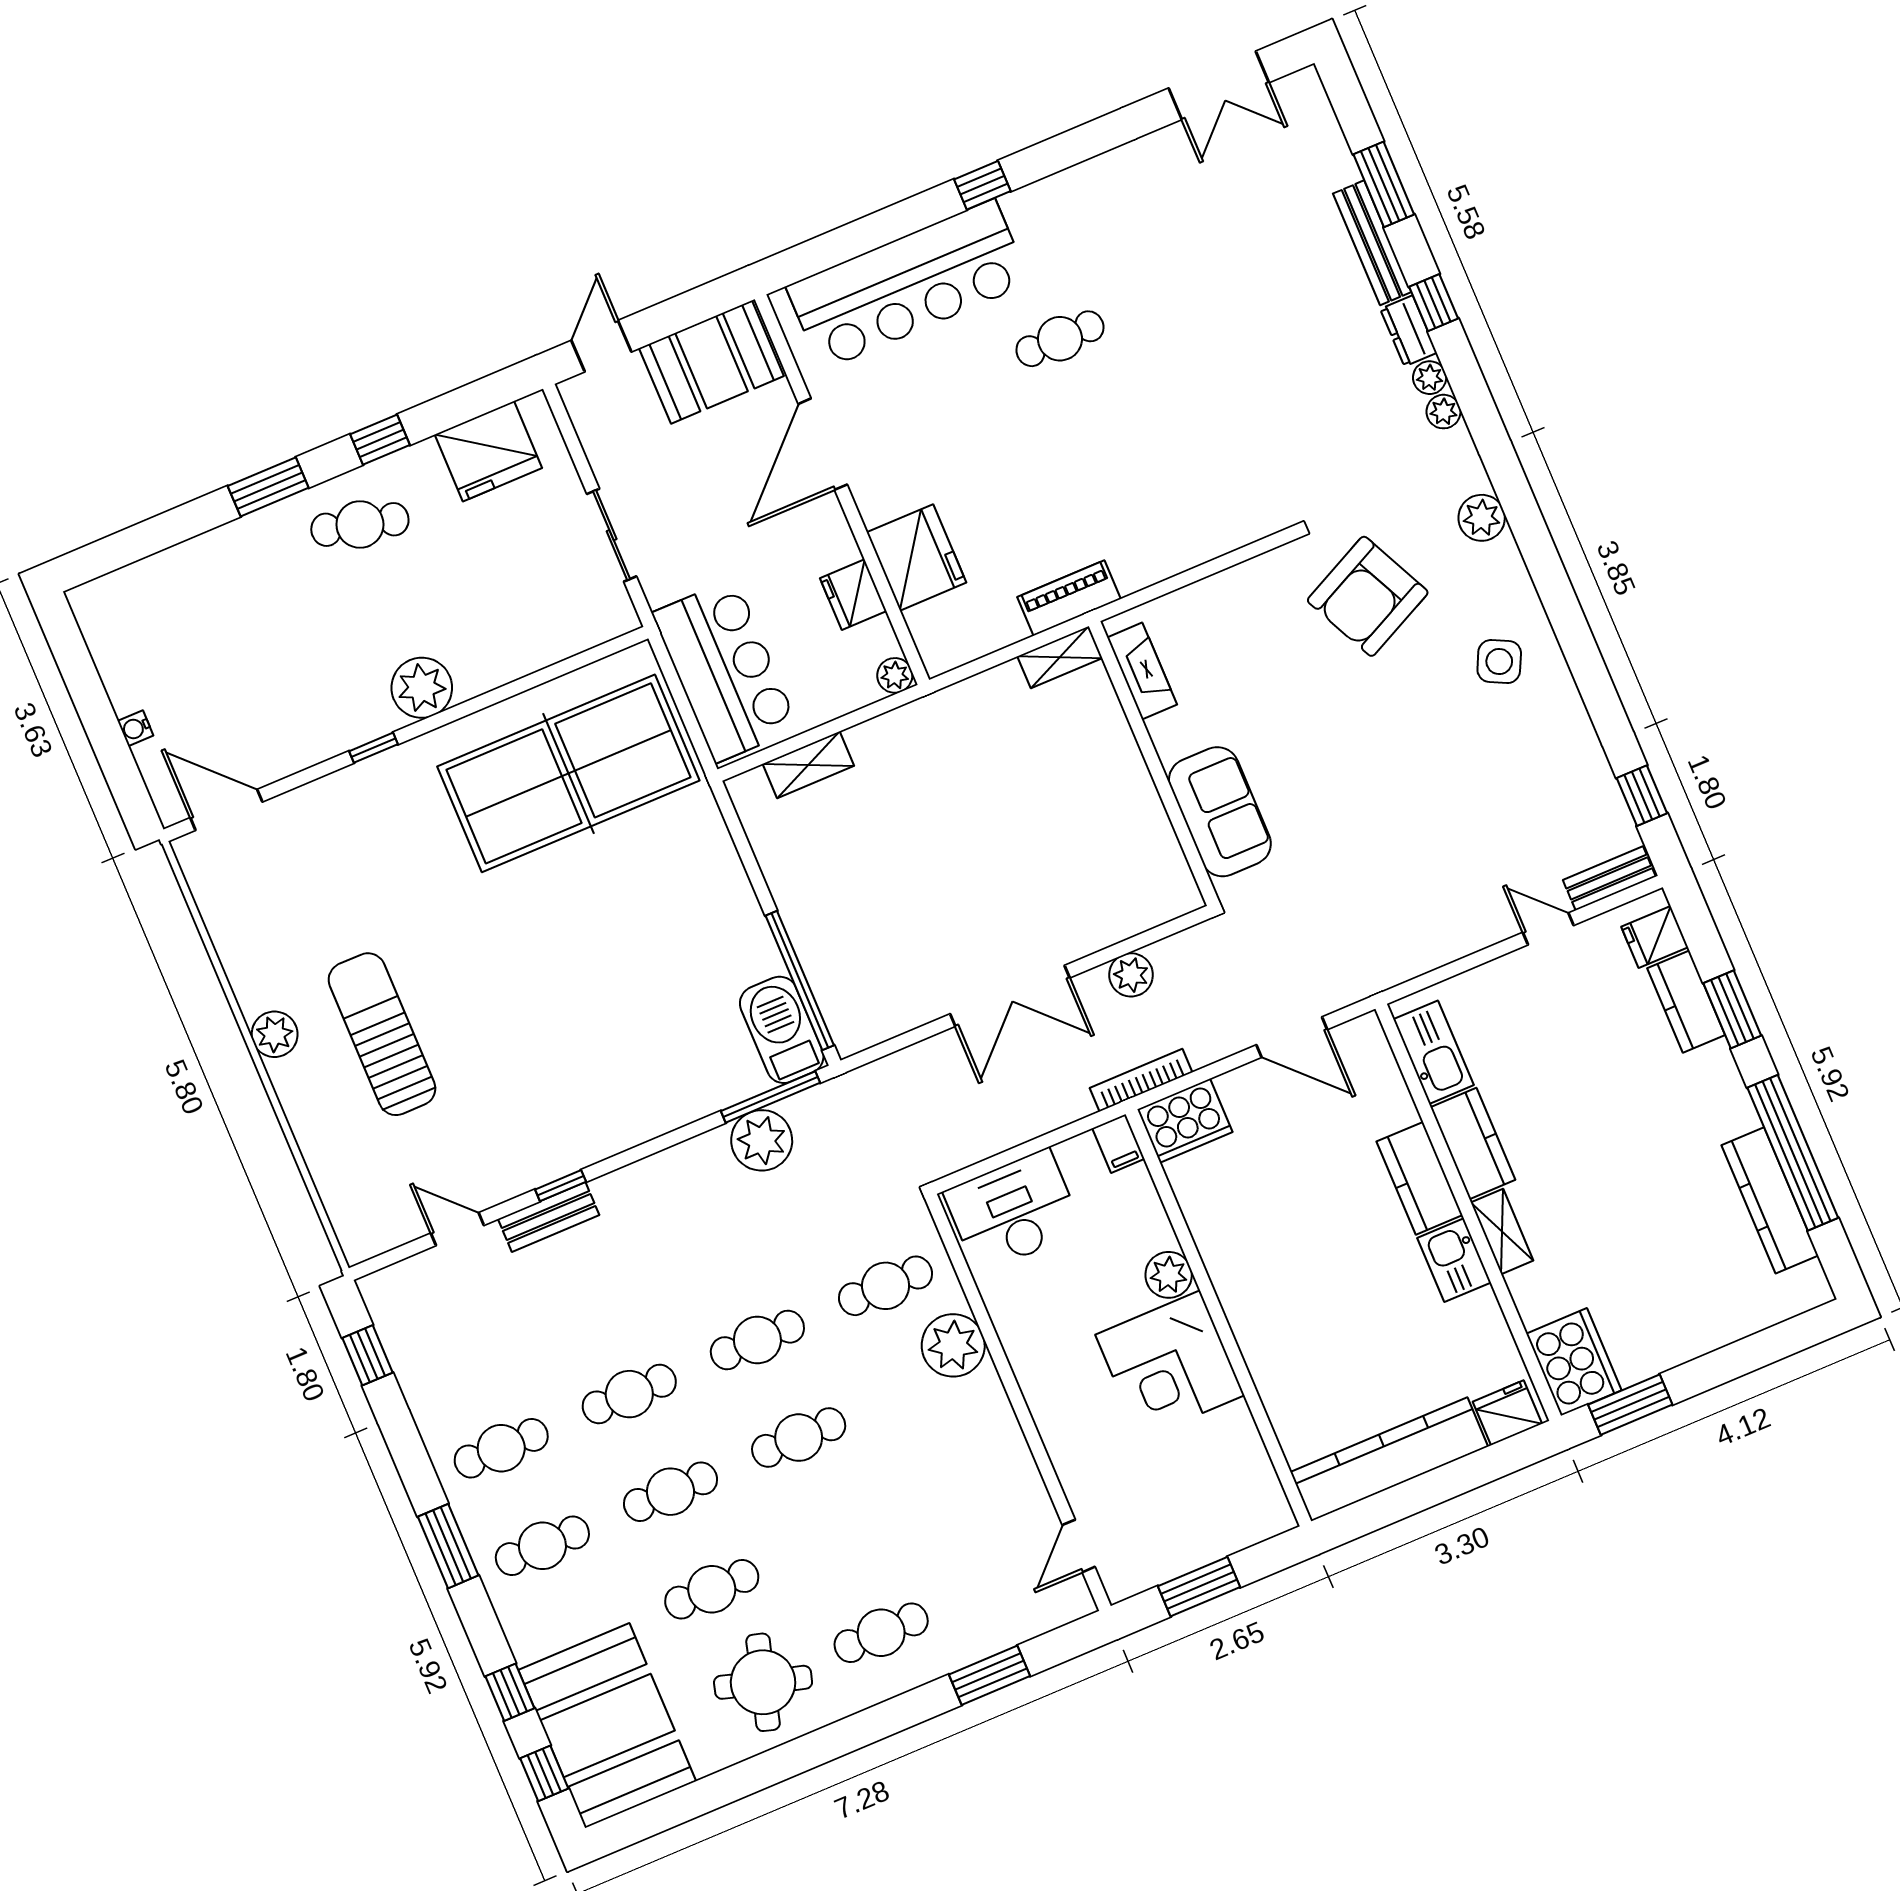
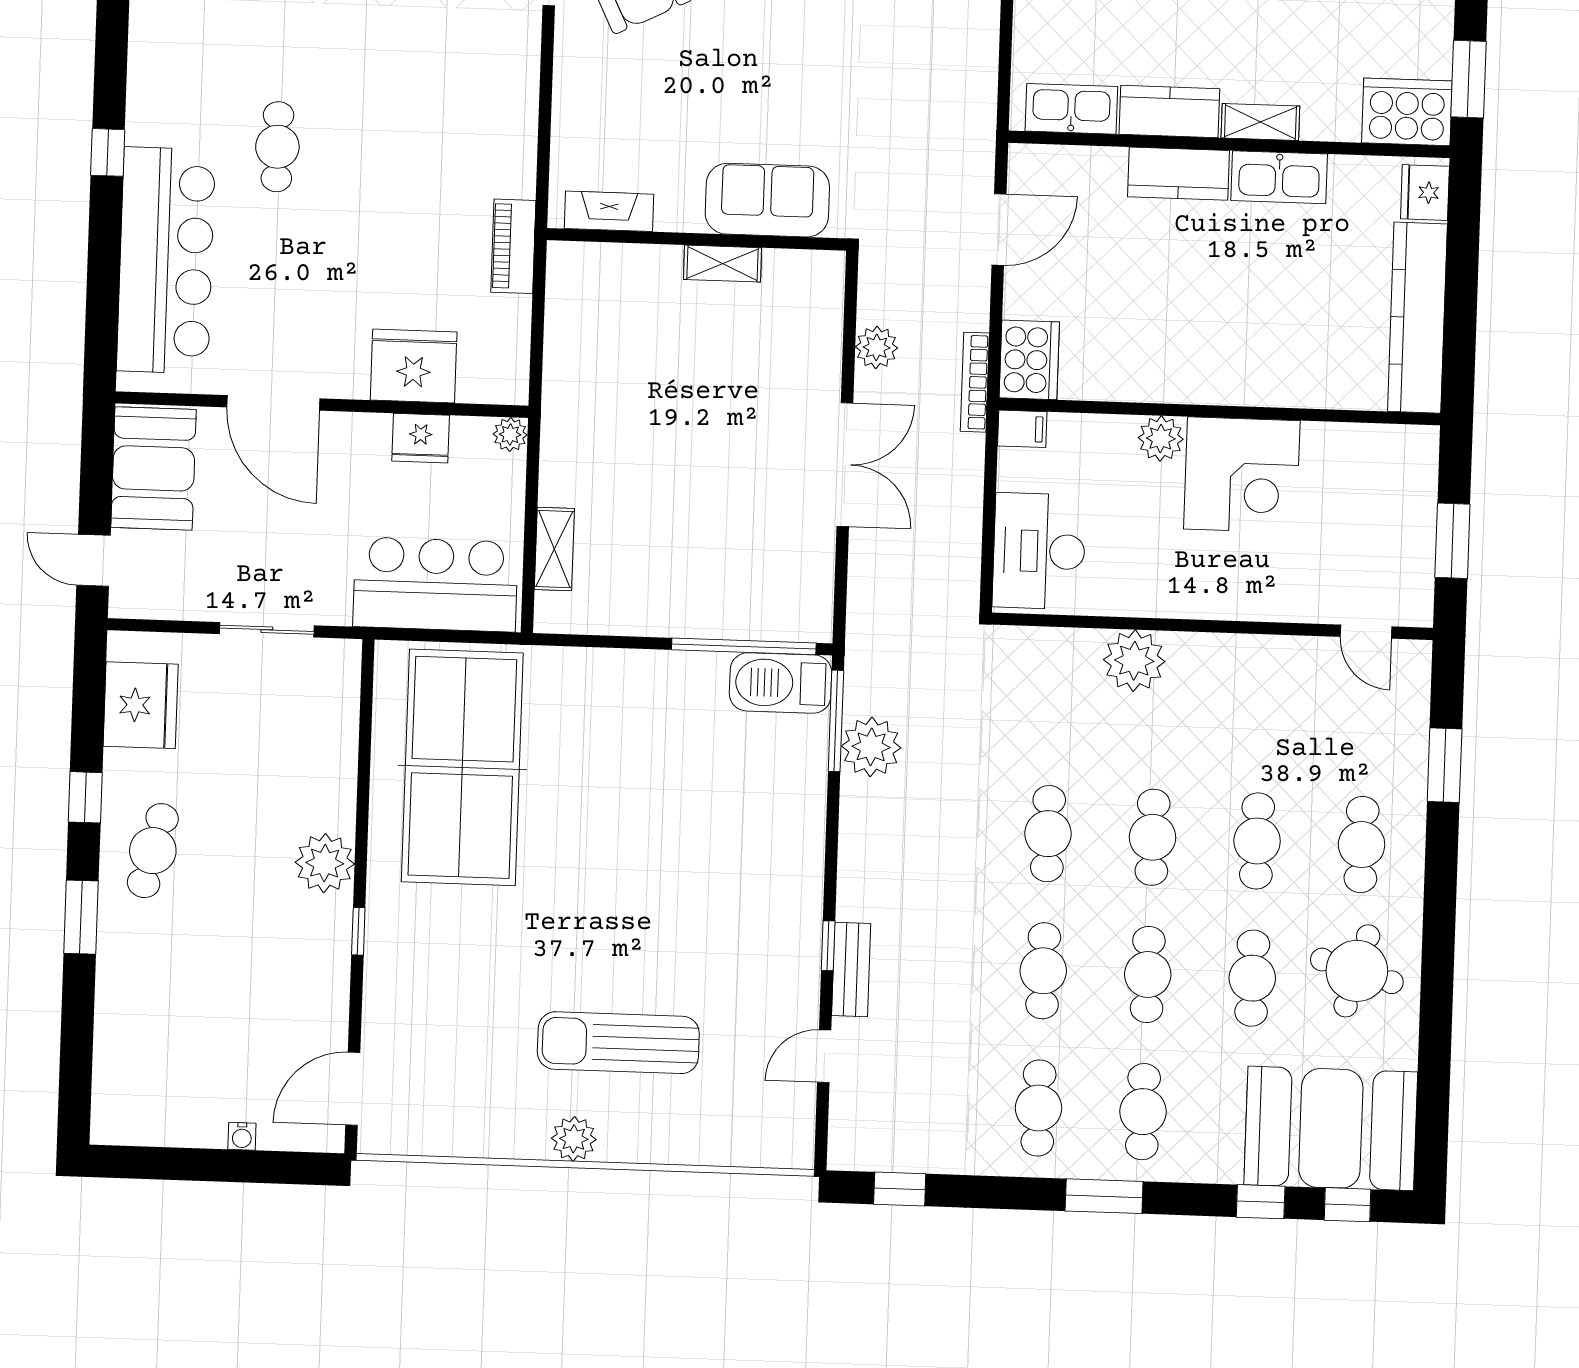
shelving: (1060, 657) -> (723, 264), moved, turned 90
kitchen sink: (1454, 1260) -> (1279, 177), width x1.38
cafe table: (886, 1286) -> (1257, 841), moved

